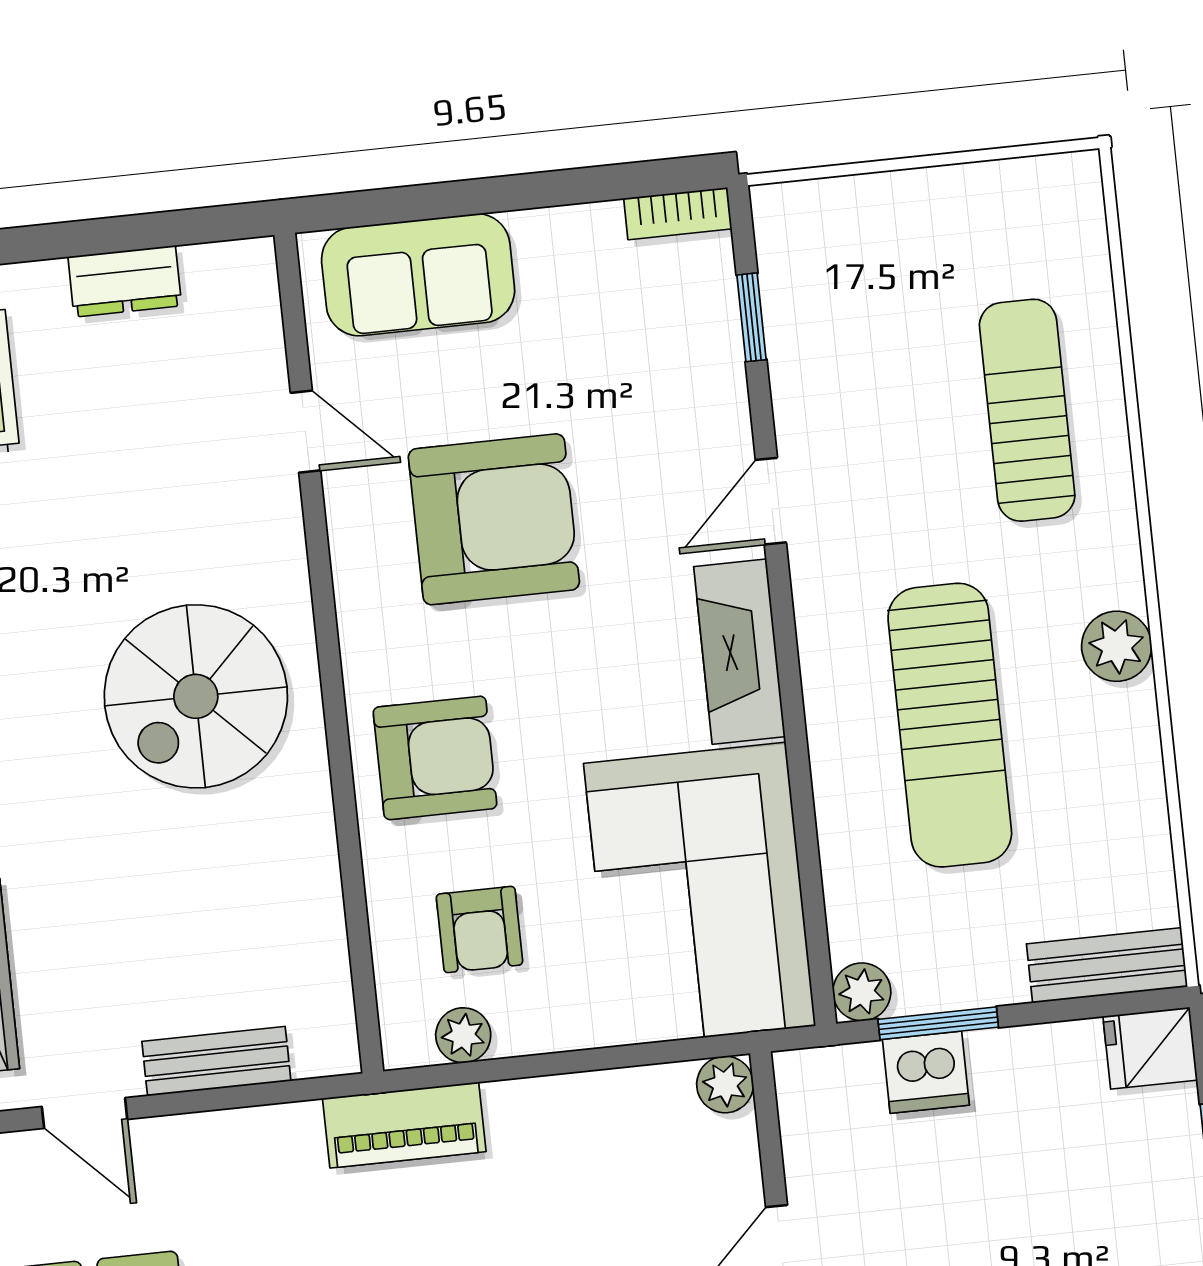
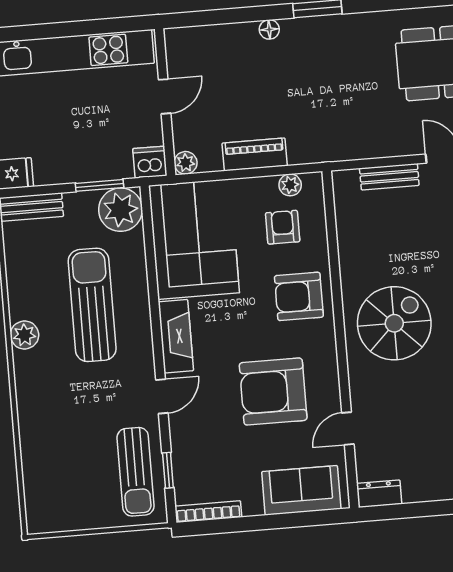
bookcase: (678, 214) -> (208, 512), width x1.56
dresser: (125, 281) -> (379, 494), moved
sun lounger: (1027, 410) -> (136, 472), moved
door: (305, 432) -> (348, 428), hinge flipped
plant: (862, 992) -> (121, 210), width x1.87, depth x1.87
dishwasher: (926, 1072) -> (150, 162), moved
piano: (404, 1125) -> (255, 154), moved

